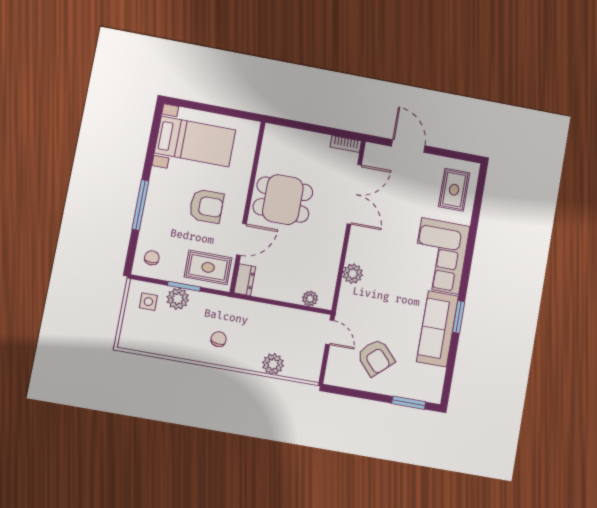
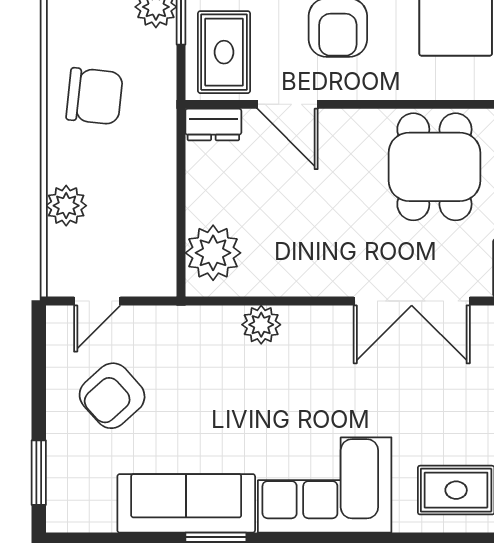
dining table: (283, 200) -> (434, 167), moved
plant: (310, 299) -> (213, 253), width x1.87, depth x1.87
door: (330, 332) -> (97, 301), moved
chair: (219, 339) -> (95, 96), width x1.87, depth x1.87

